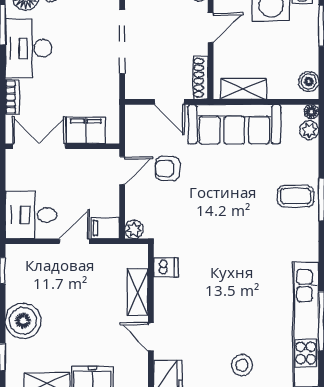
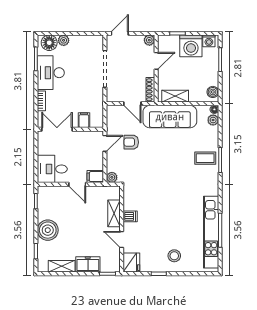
filing cabinet: (86, 130) -> (84, 120), width x0.50
door: (74, 241) -> (77, 184), swing flipped
dishwasher: (166, 267) -> (130, 216), moved

